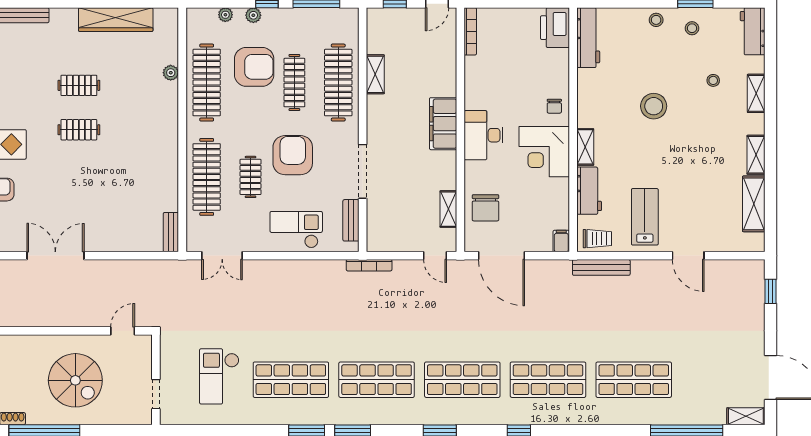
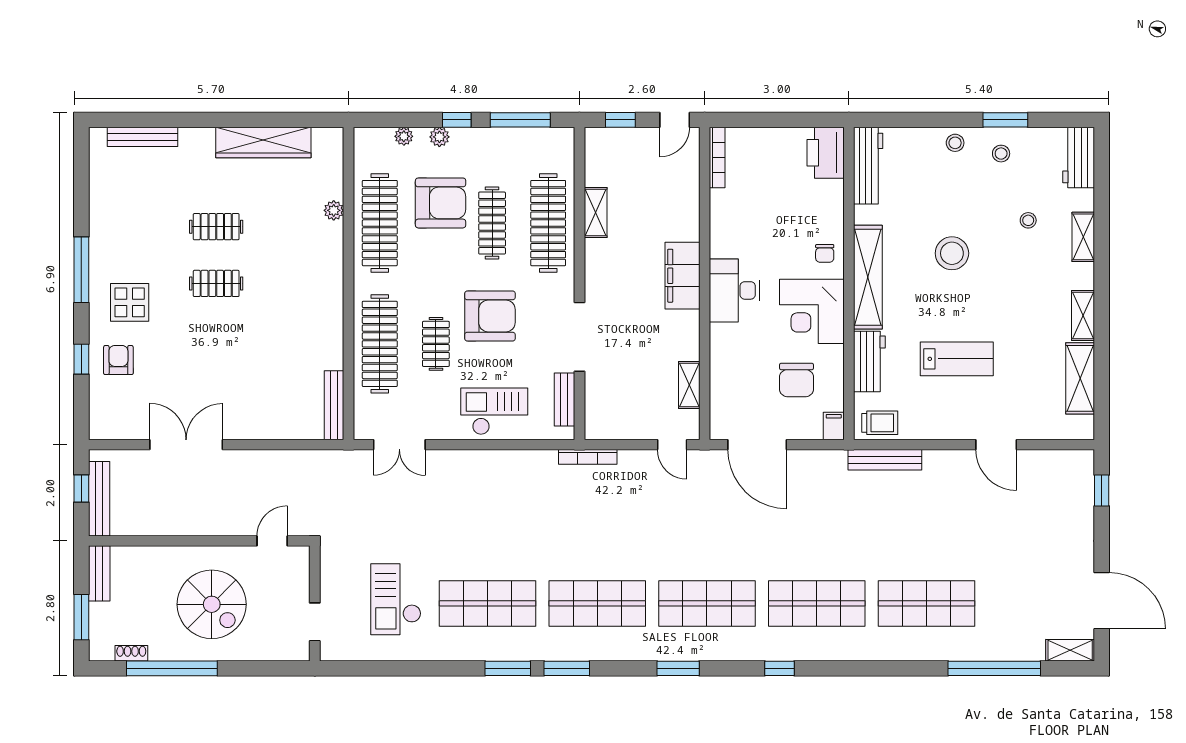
shelving: (585, 147) -> (868, 277), width x2.20, depth x1.33
armchair: (293, 155) -> (490, 316), turned 90
chair: (485, 208) -> (796, 380), moved
lab bench: (645, 217) -> (957, 359), moved, turned 90
bench: (171, 232) -> (334, 405), width x1.36

